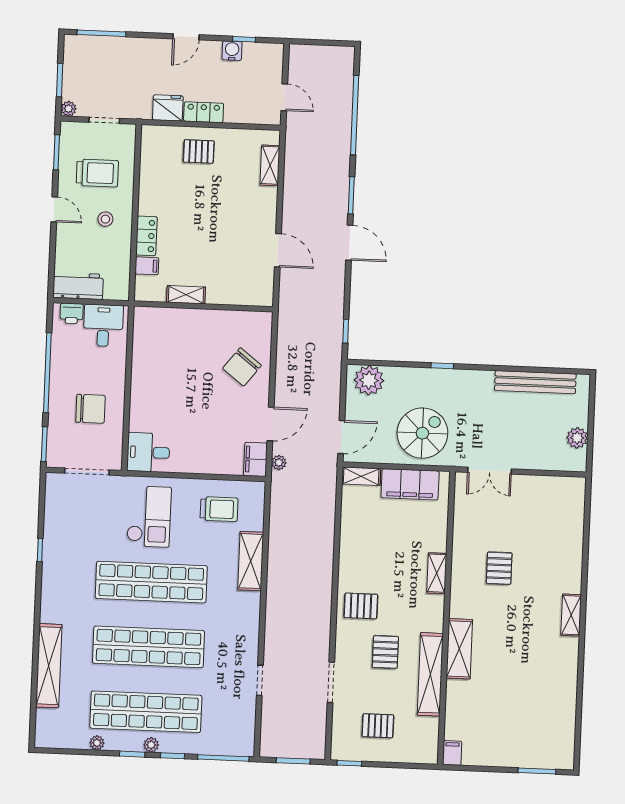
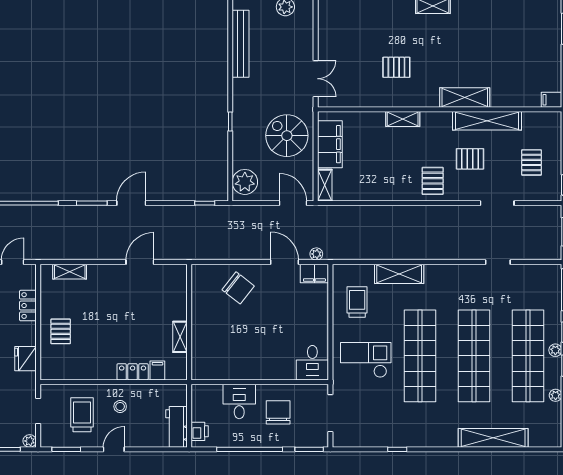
locker: (204, 112) -> (28, 306), moved
desk: (103, 325) -> (239, 401), moved, turned 90

